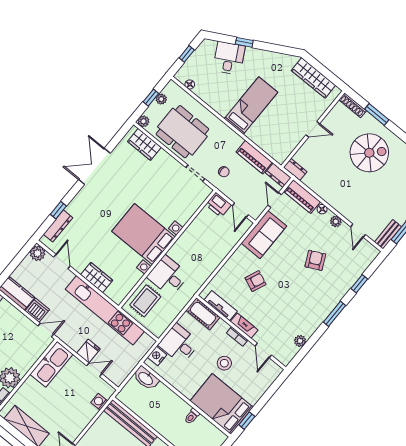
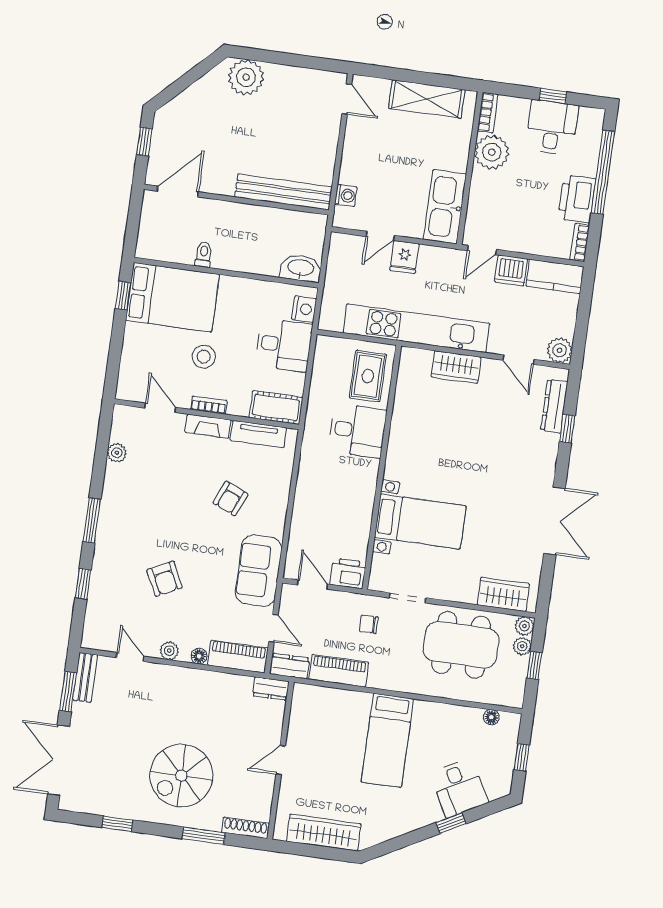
plant: (161, 99) -> (522, 646), moved
bed with nightstands: (144, 234) -> (420, 521), moved, width x0.73

